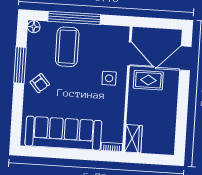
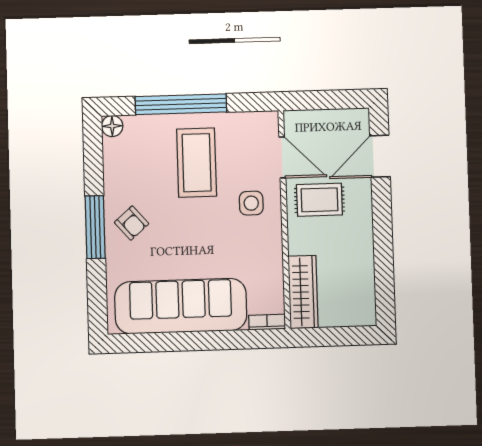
coffee table: (67, 47) -> (197, 163), moved
window: (20, 65) -> (95, 227), moved
wardrobe: (133, 139) -> (303, 292), width x1.50

